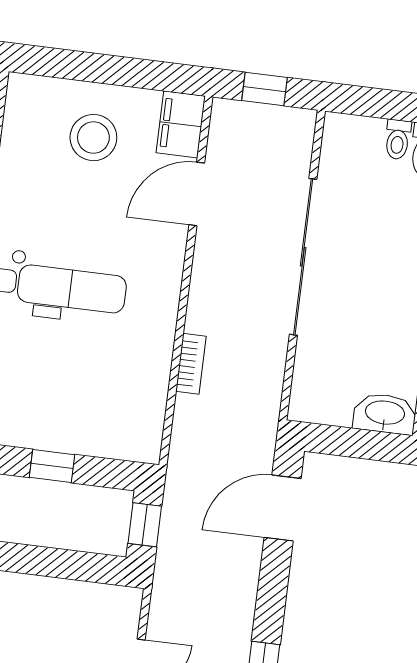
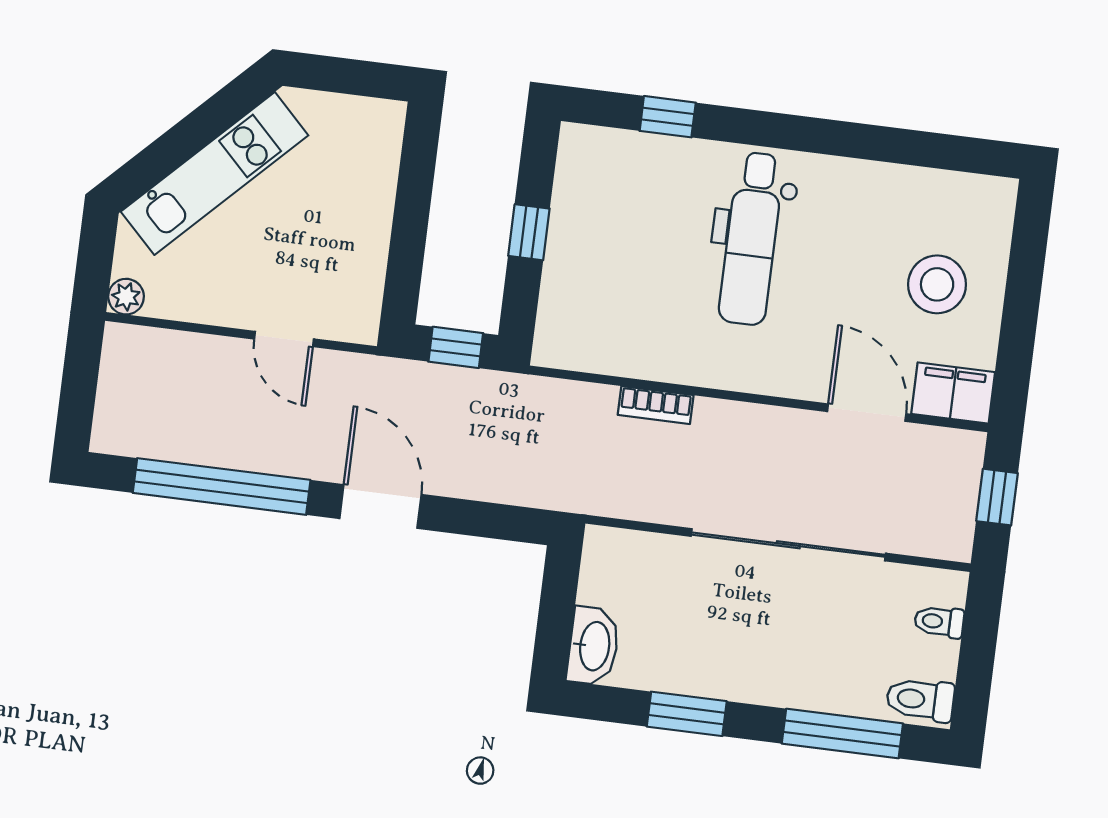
toilet: (398, 139) -> (939, 622), moved
door: (283, 508) -> (380, 507), moved

